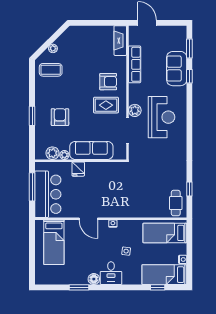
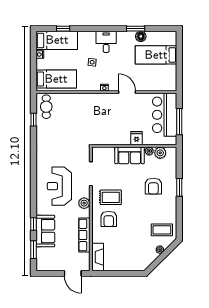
armchair: (108, 82) -> (109, 219), turned -90
plant: (135, 110) -> (84, 203), moved
sofa: (91, 150) -> (130, 155), width x0.73
bed: (54, 242) -> (156, 55), moved, turned -90
floor lamp: (94, 279) -> (141, 36), moved

